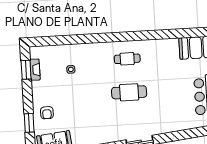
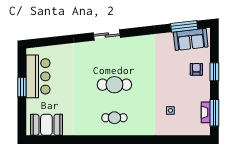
window: (26, 70) -> (214, 113), width x1.44
window: (29, 123) -> (214, 72), moved

